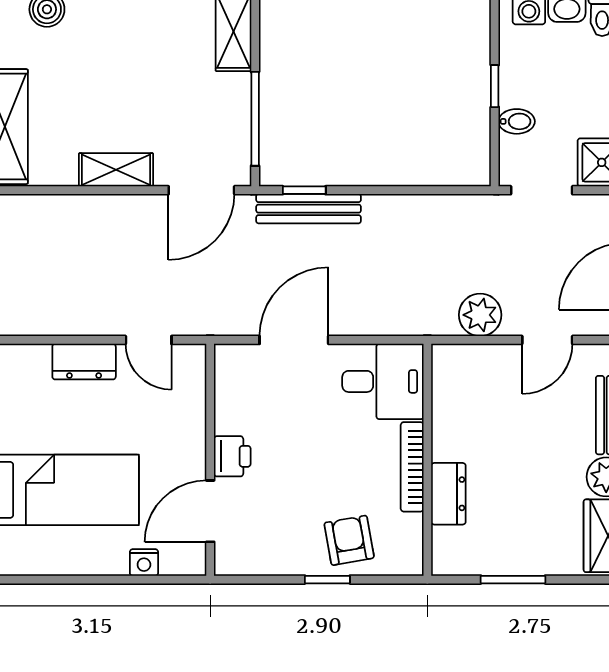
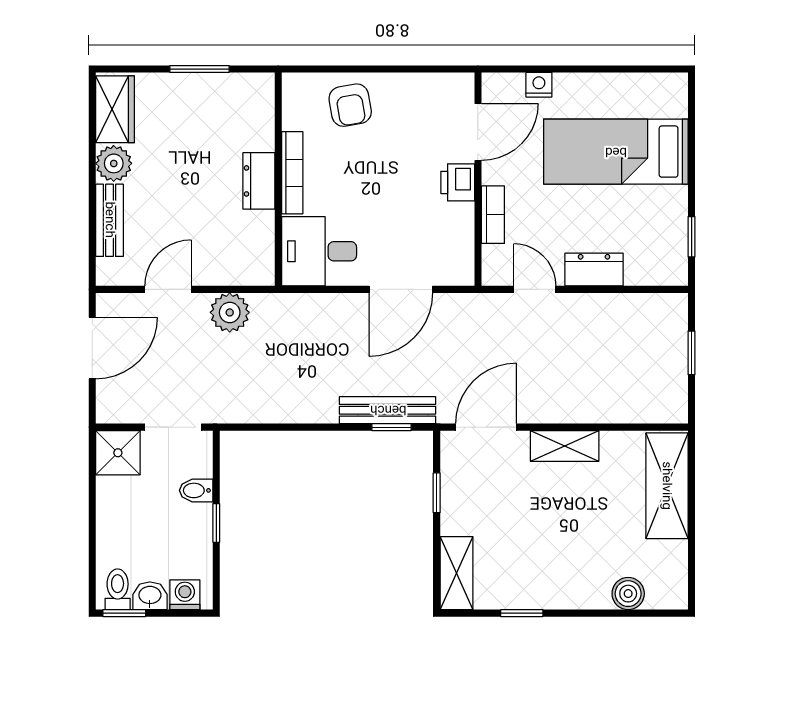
window: (255, 119) -> (437, 493), width x0.46
bookcase: (194, 421) -> (493, 215), added
dresser: (448, 494) -> (259, 181), moved
window: (327, 580) -> (370, 69), removed

